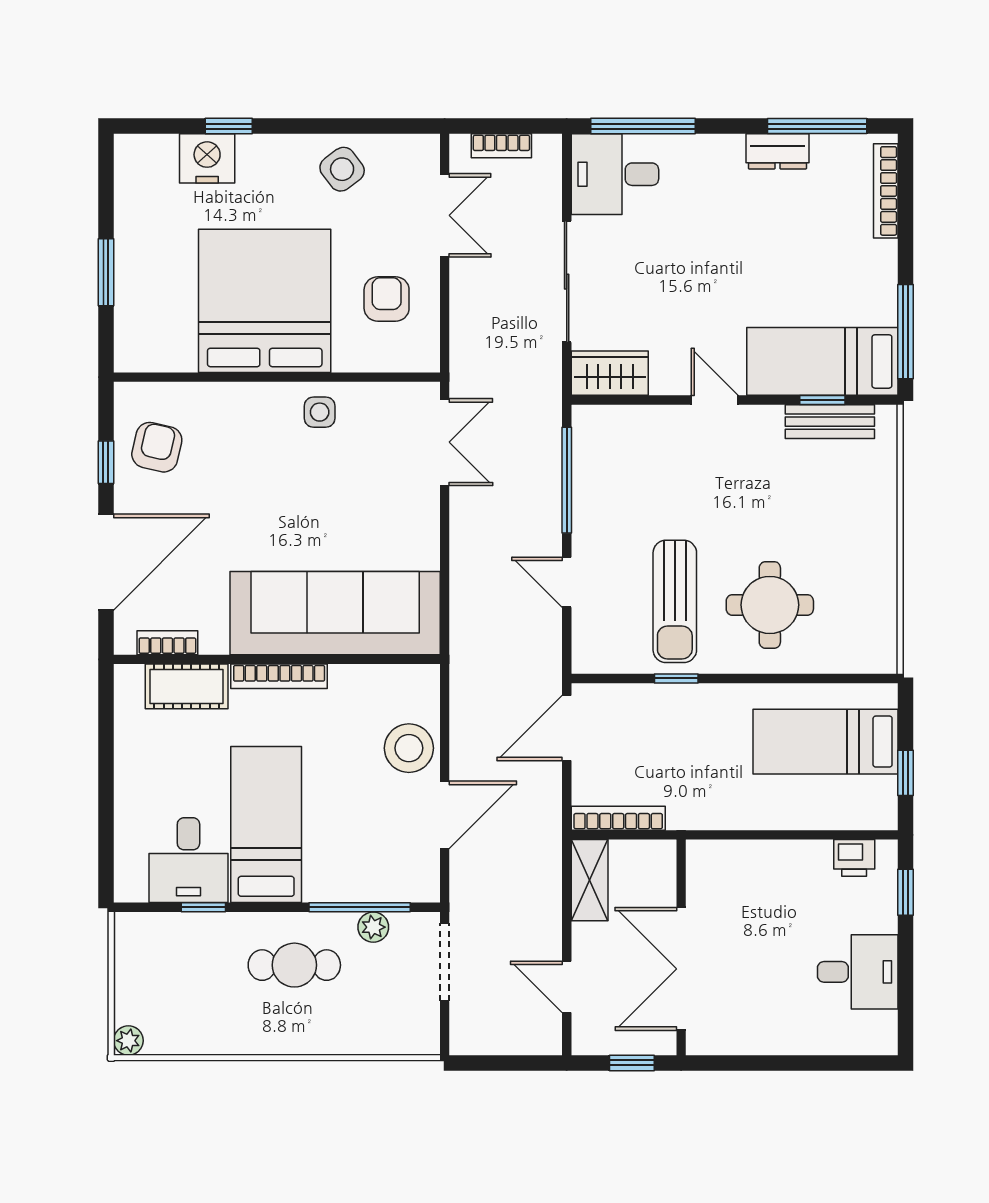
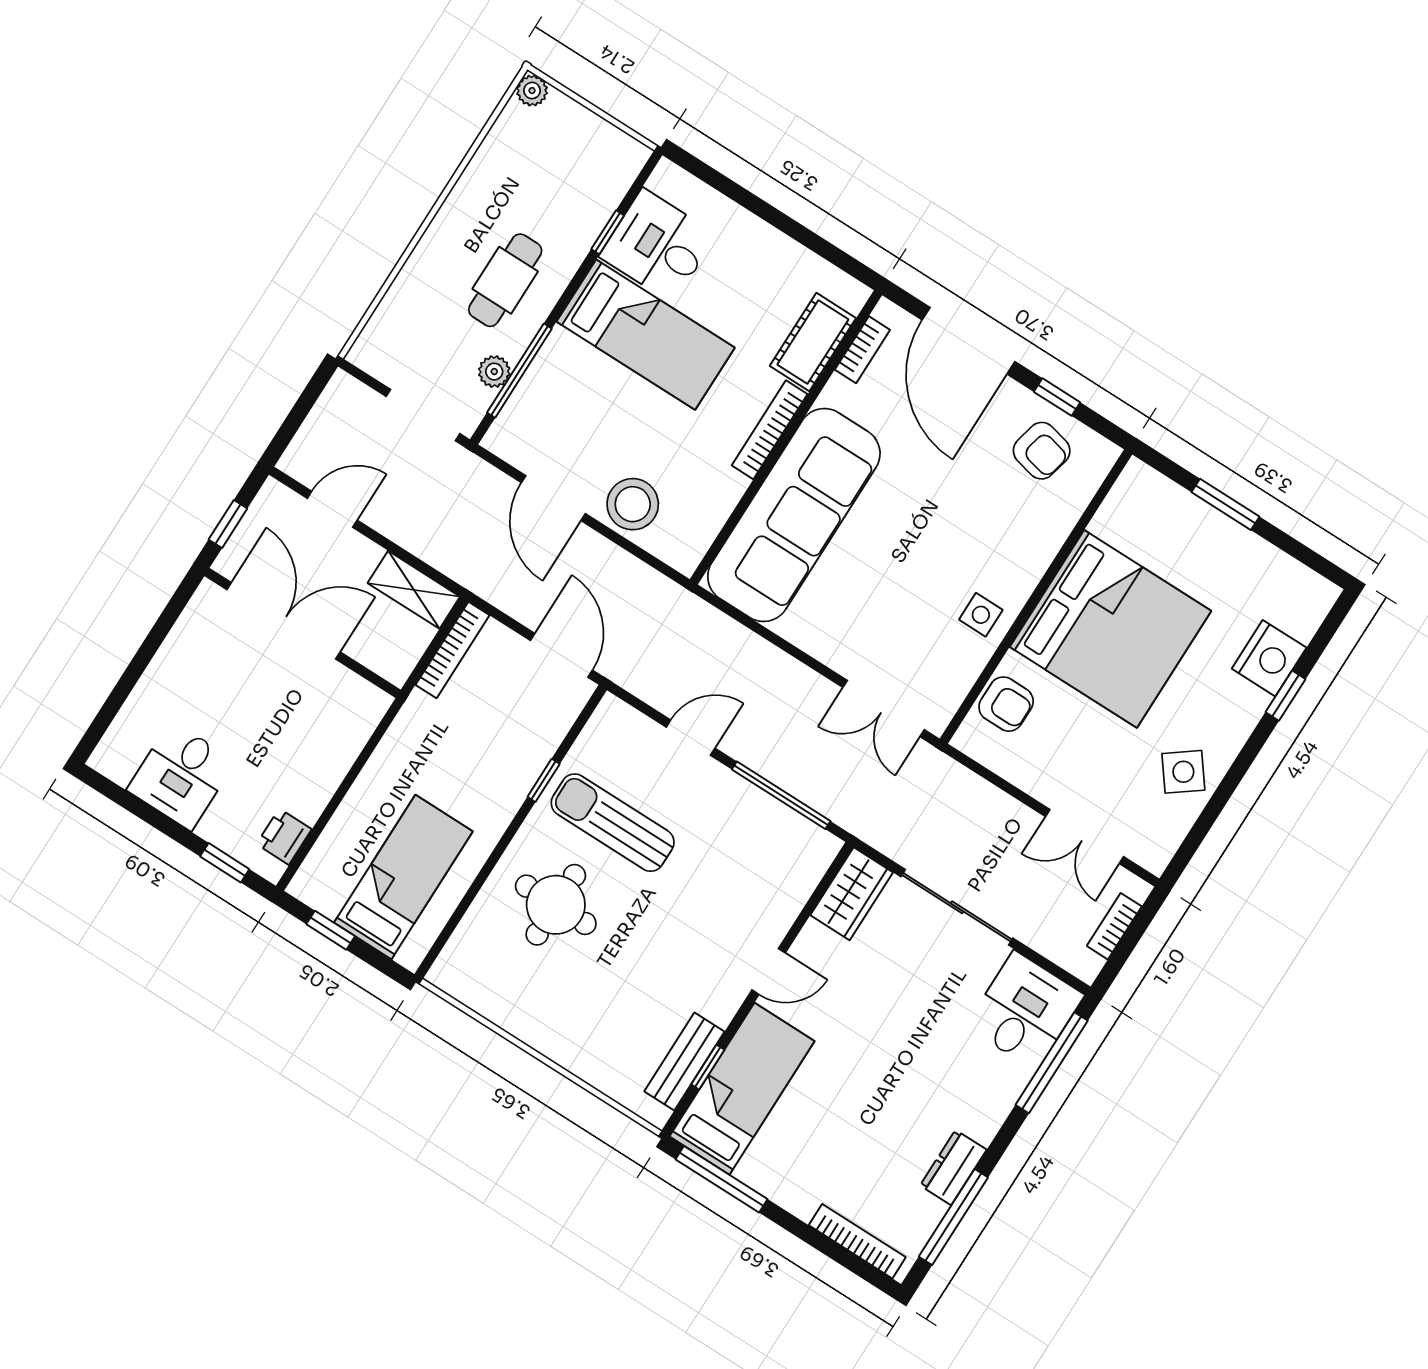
armchair: (387, 299) -> (1006, 704), moved

